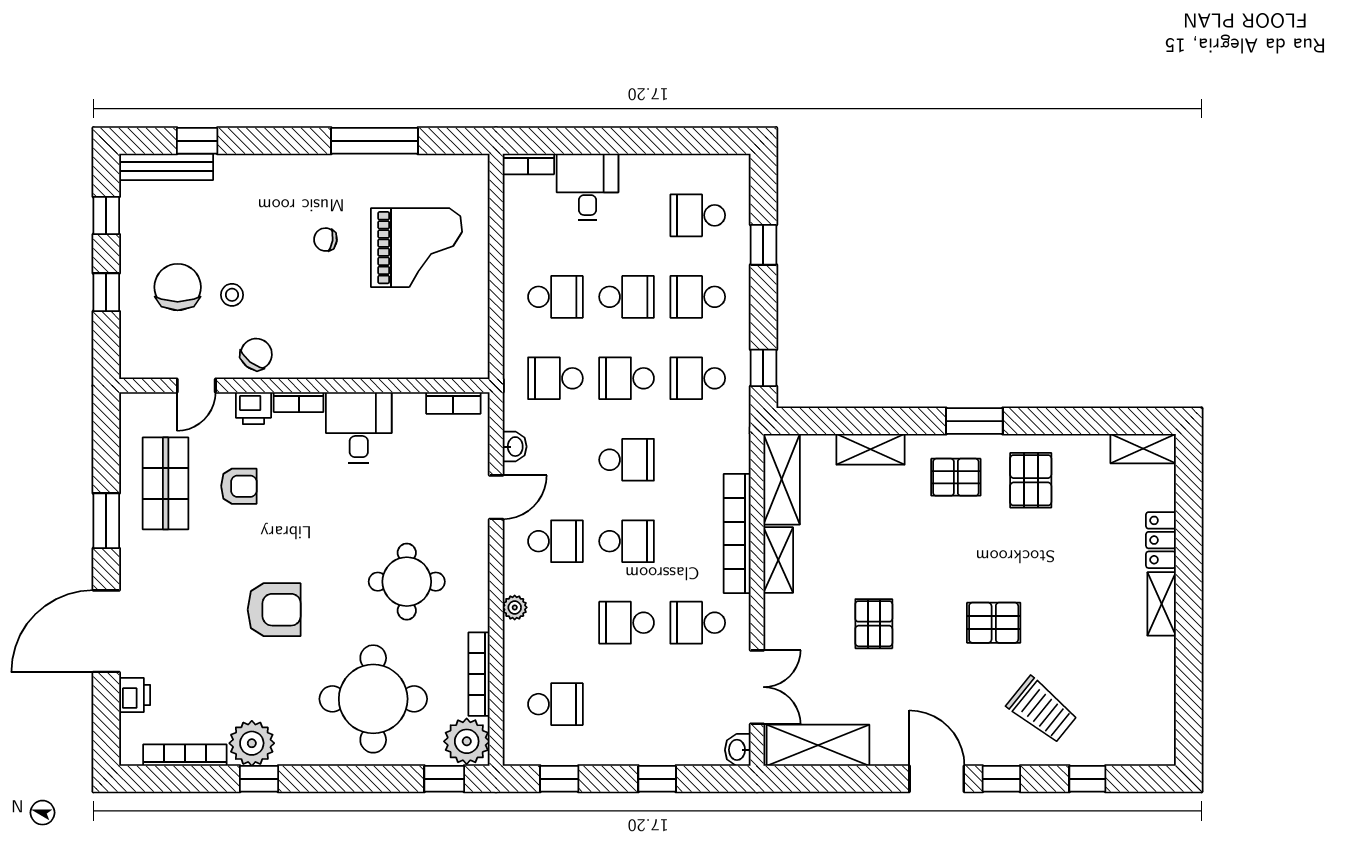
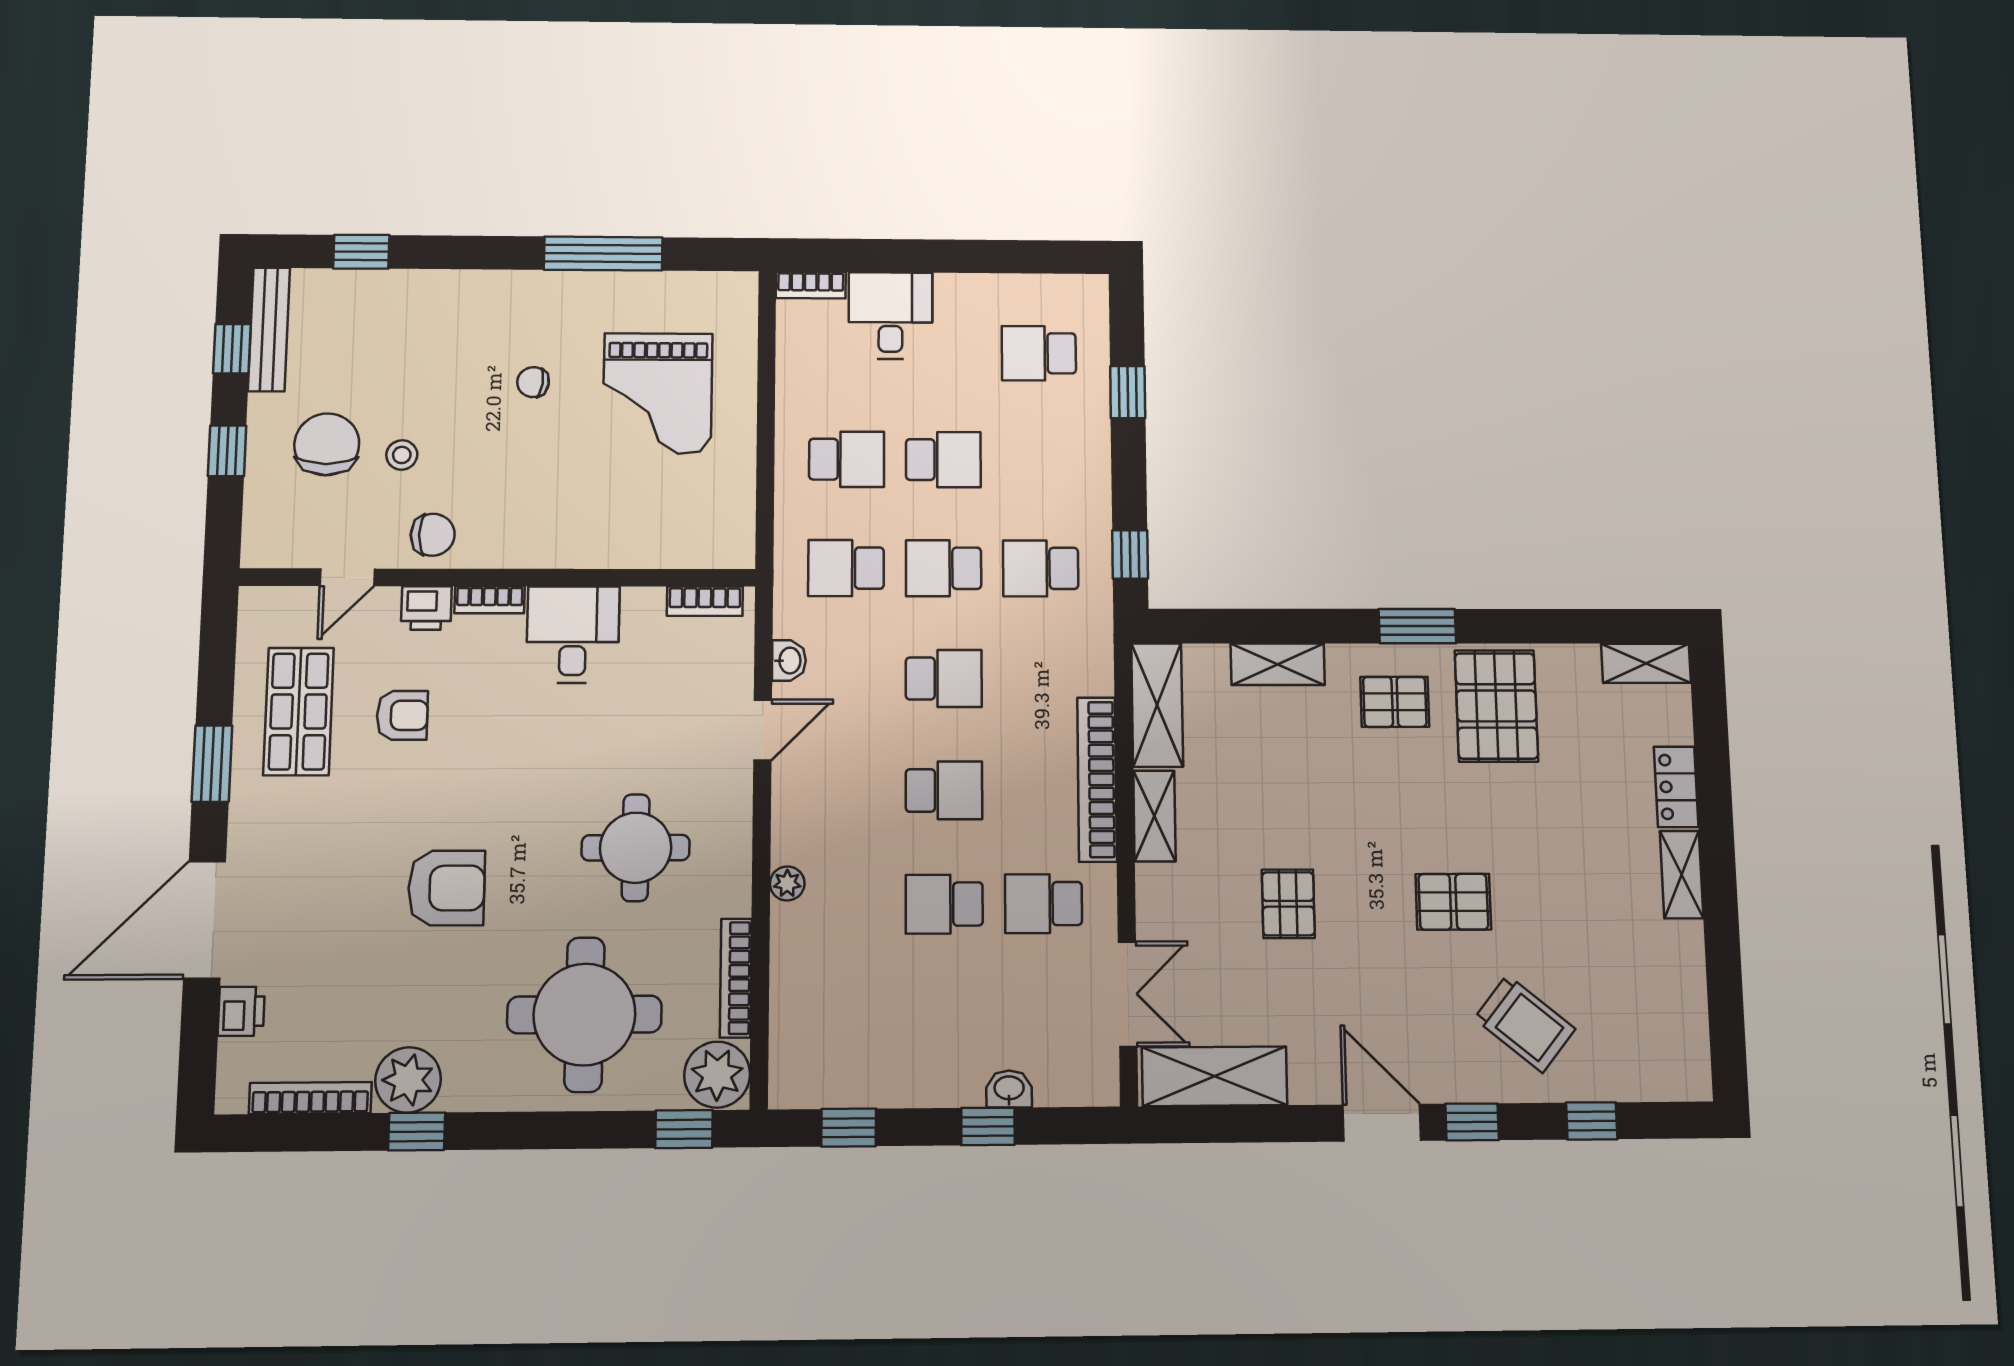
bench: (166, 167) -> (269, 329), moved, turned 90
grand piano: (417, 248) -> (658, 393), turned 90
school desk: (698, 297) -> (1040, 460), removed
chair: (256, 354) -> (433, 535), turned 52
pallet: (1031, 480) -> (1496, 706), width x1.50, depth x1.42
school desk: (555, 541) -> (845, 791), removed
school desk: (555, 704) -> (844, 1020), removed
washbasin: (738, 750) -> (1009, 1089), moved, turned 90

